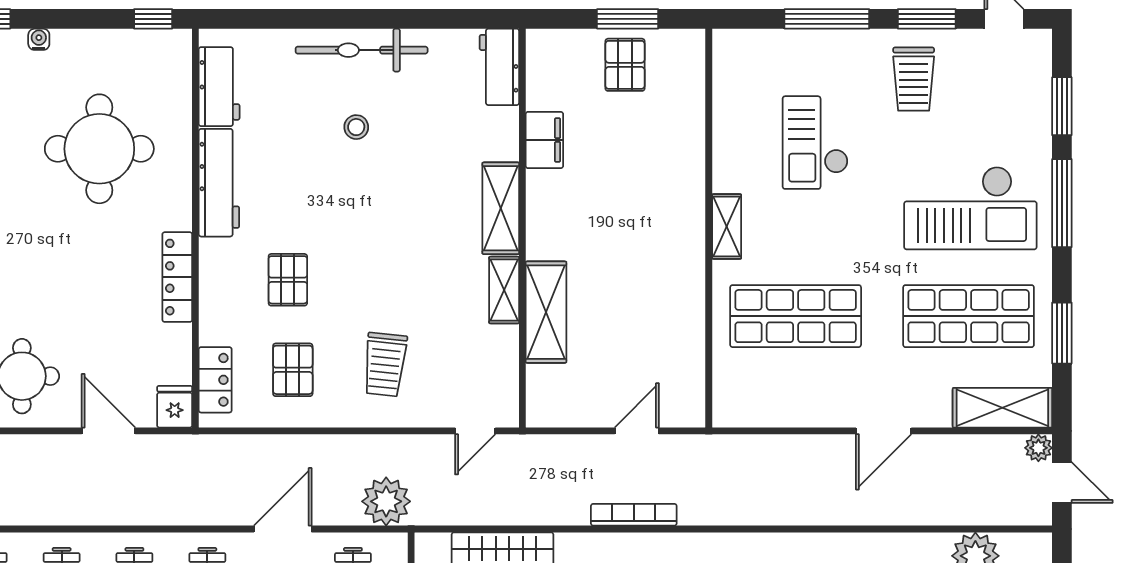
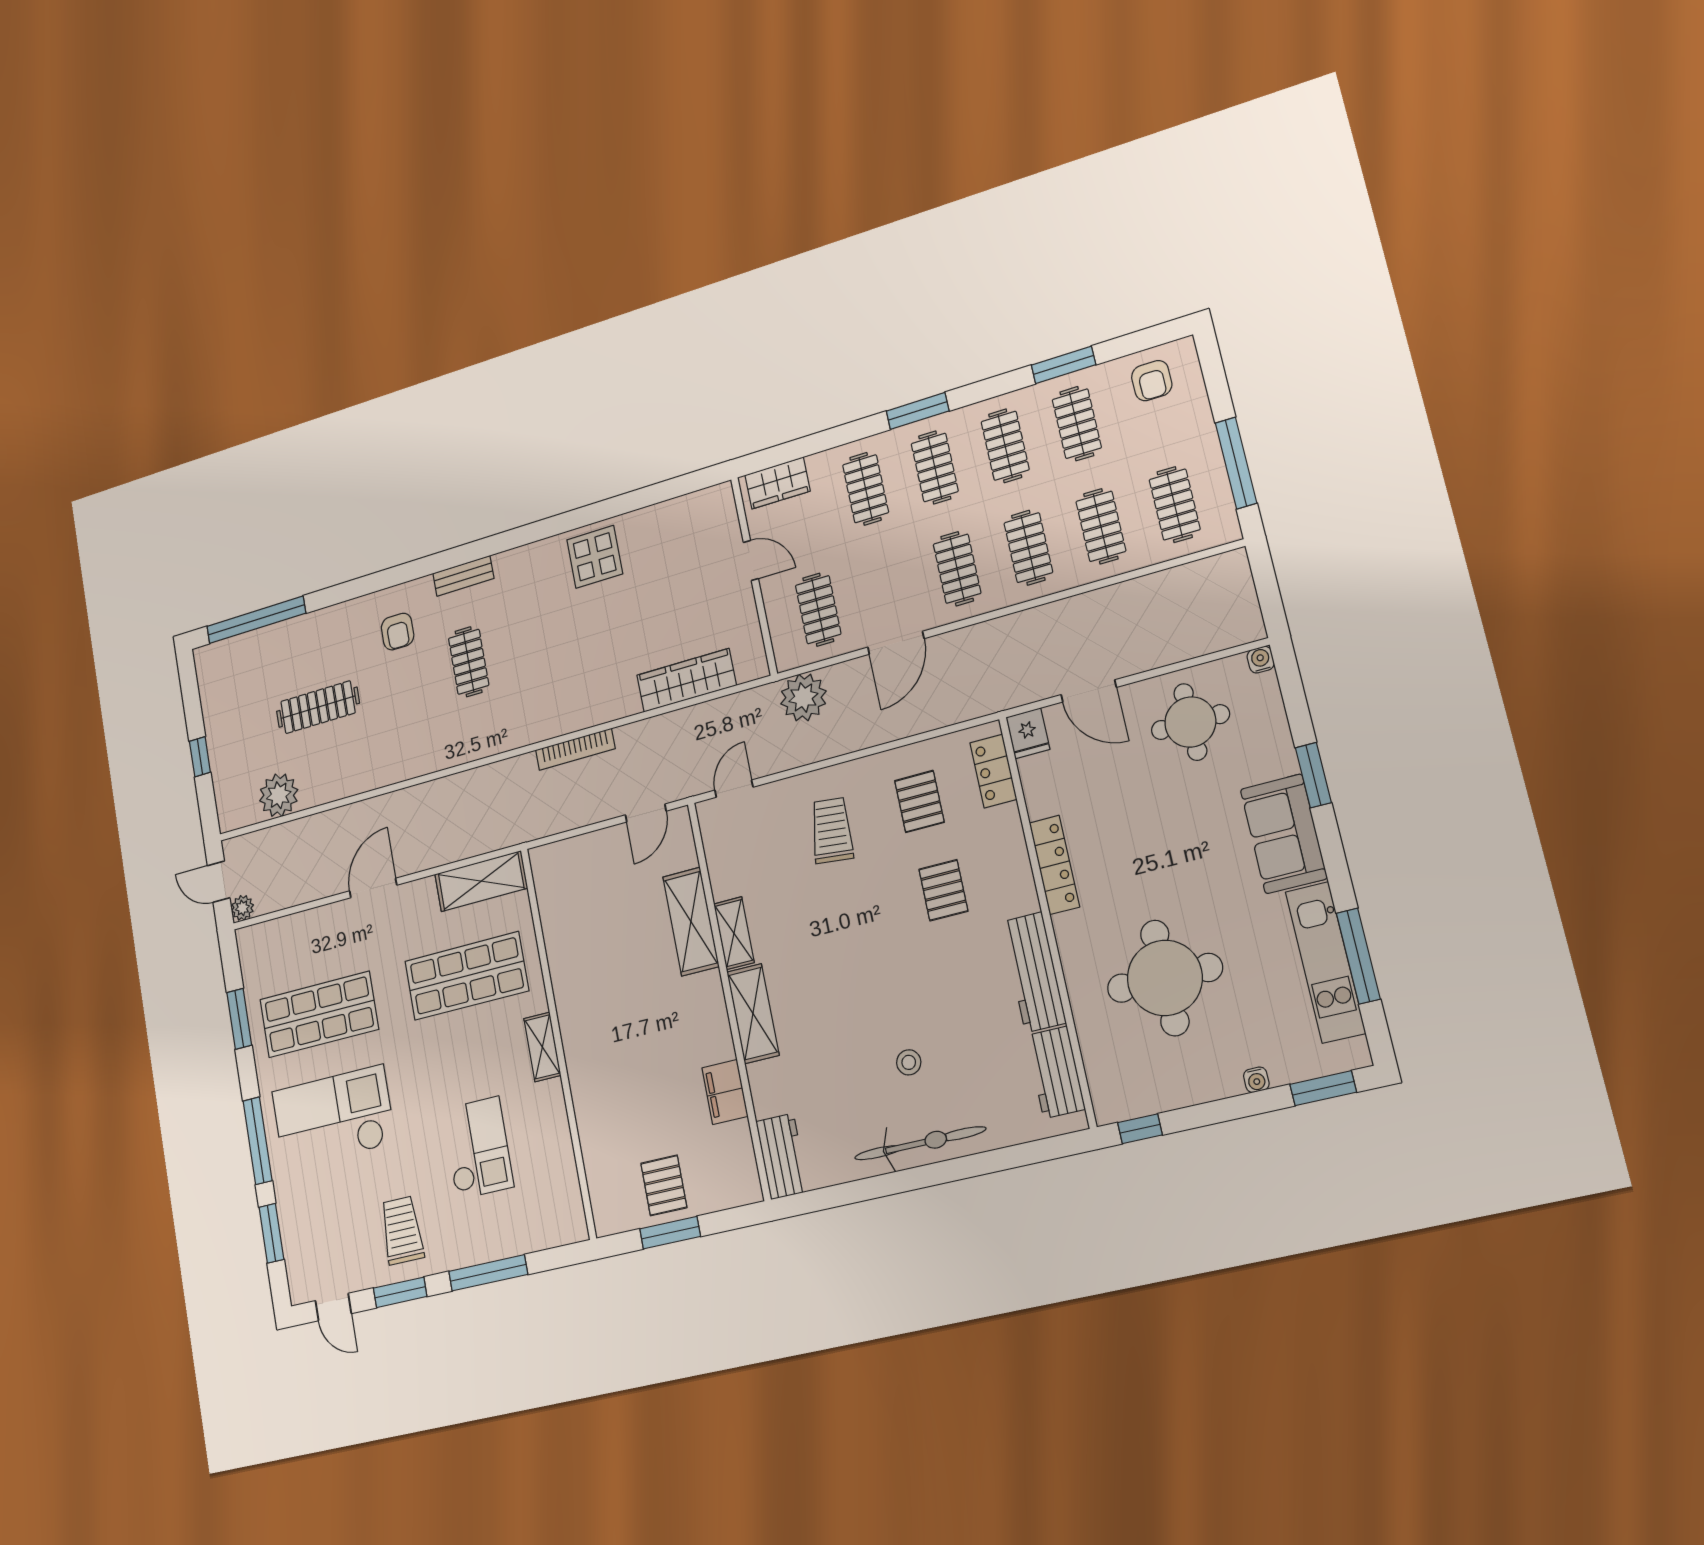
shelving: (1002, 408) -> (481, 881), moved
door: (637, 431) -> (646, 813), moved

